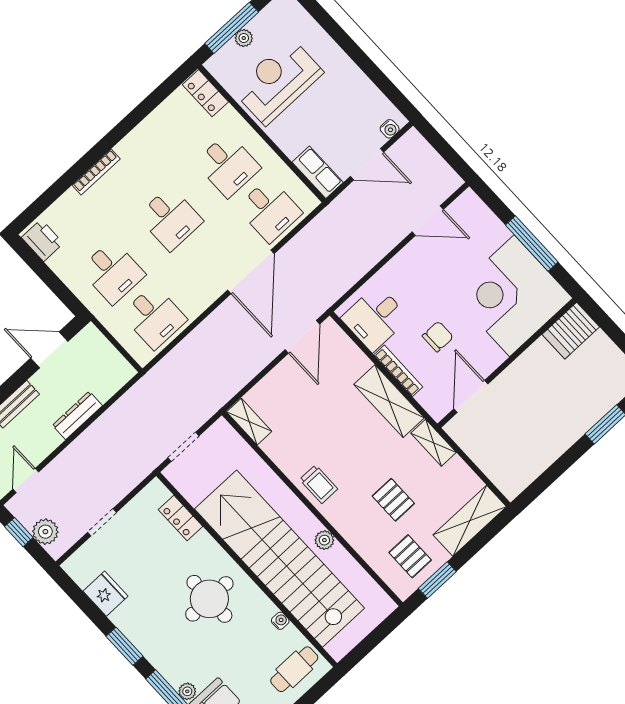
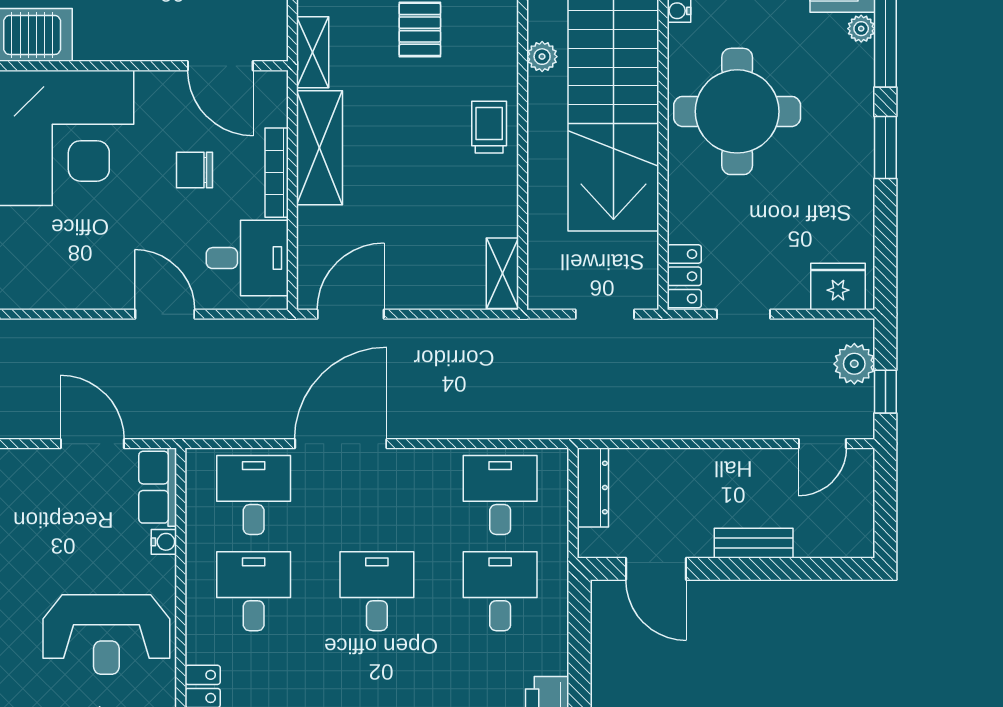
water cooler: (390, 129) -> (164, 542), moved, turned 90
door: (428, 221) -> (165, 314), moved
door: (471, 396) -> (220, 66), hinge flipped
dresser: (77, 415) -> (593, 488), moved, turned -90
locker: (180, 518) -> (684, 276), moved
doorway: (102, 522) -> (743, 314), moved
fridge: (106, 594) -> (838, 286), moved, turned 90
round table: (209, 599) -> (737, 111), width x1.36, depth x1.36

